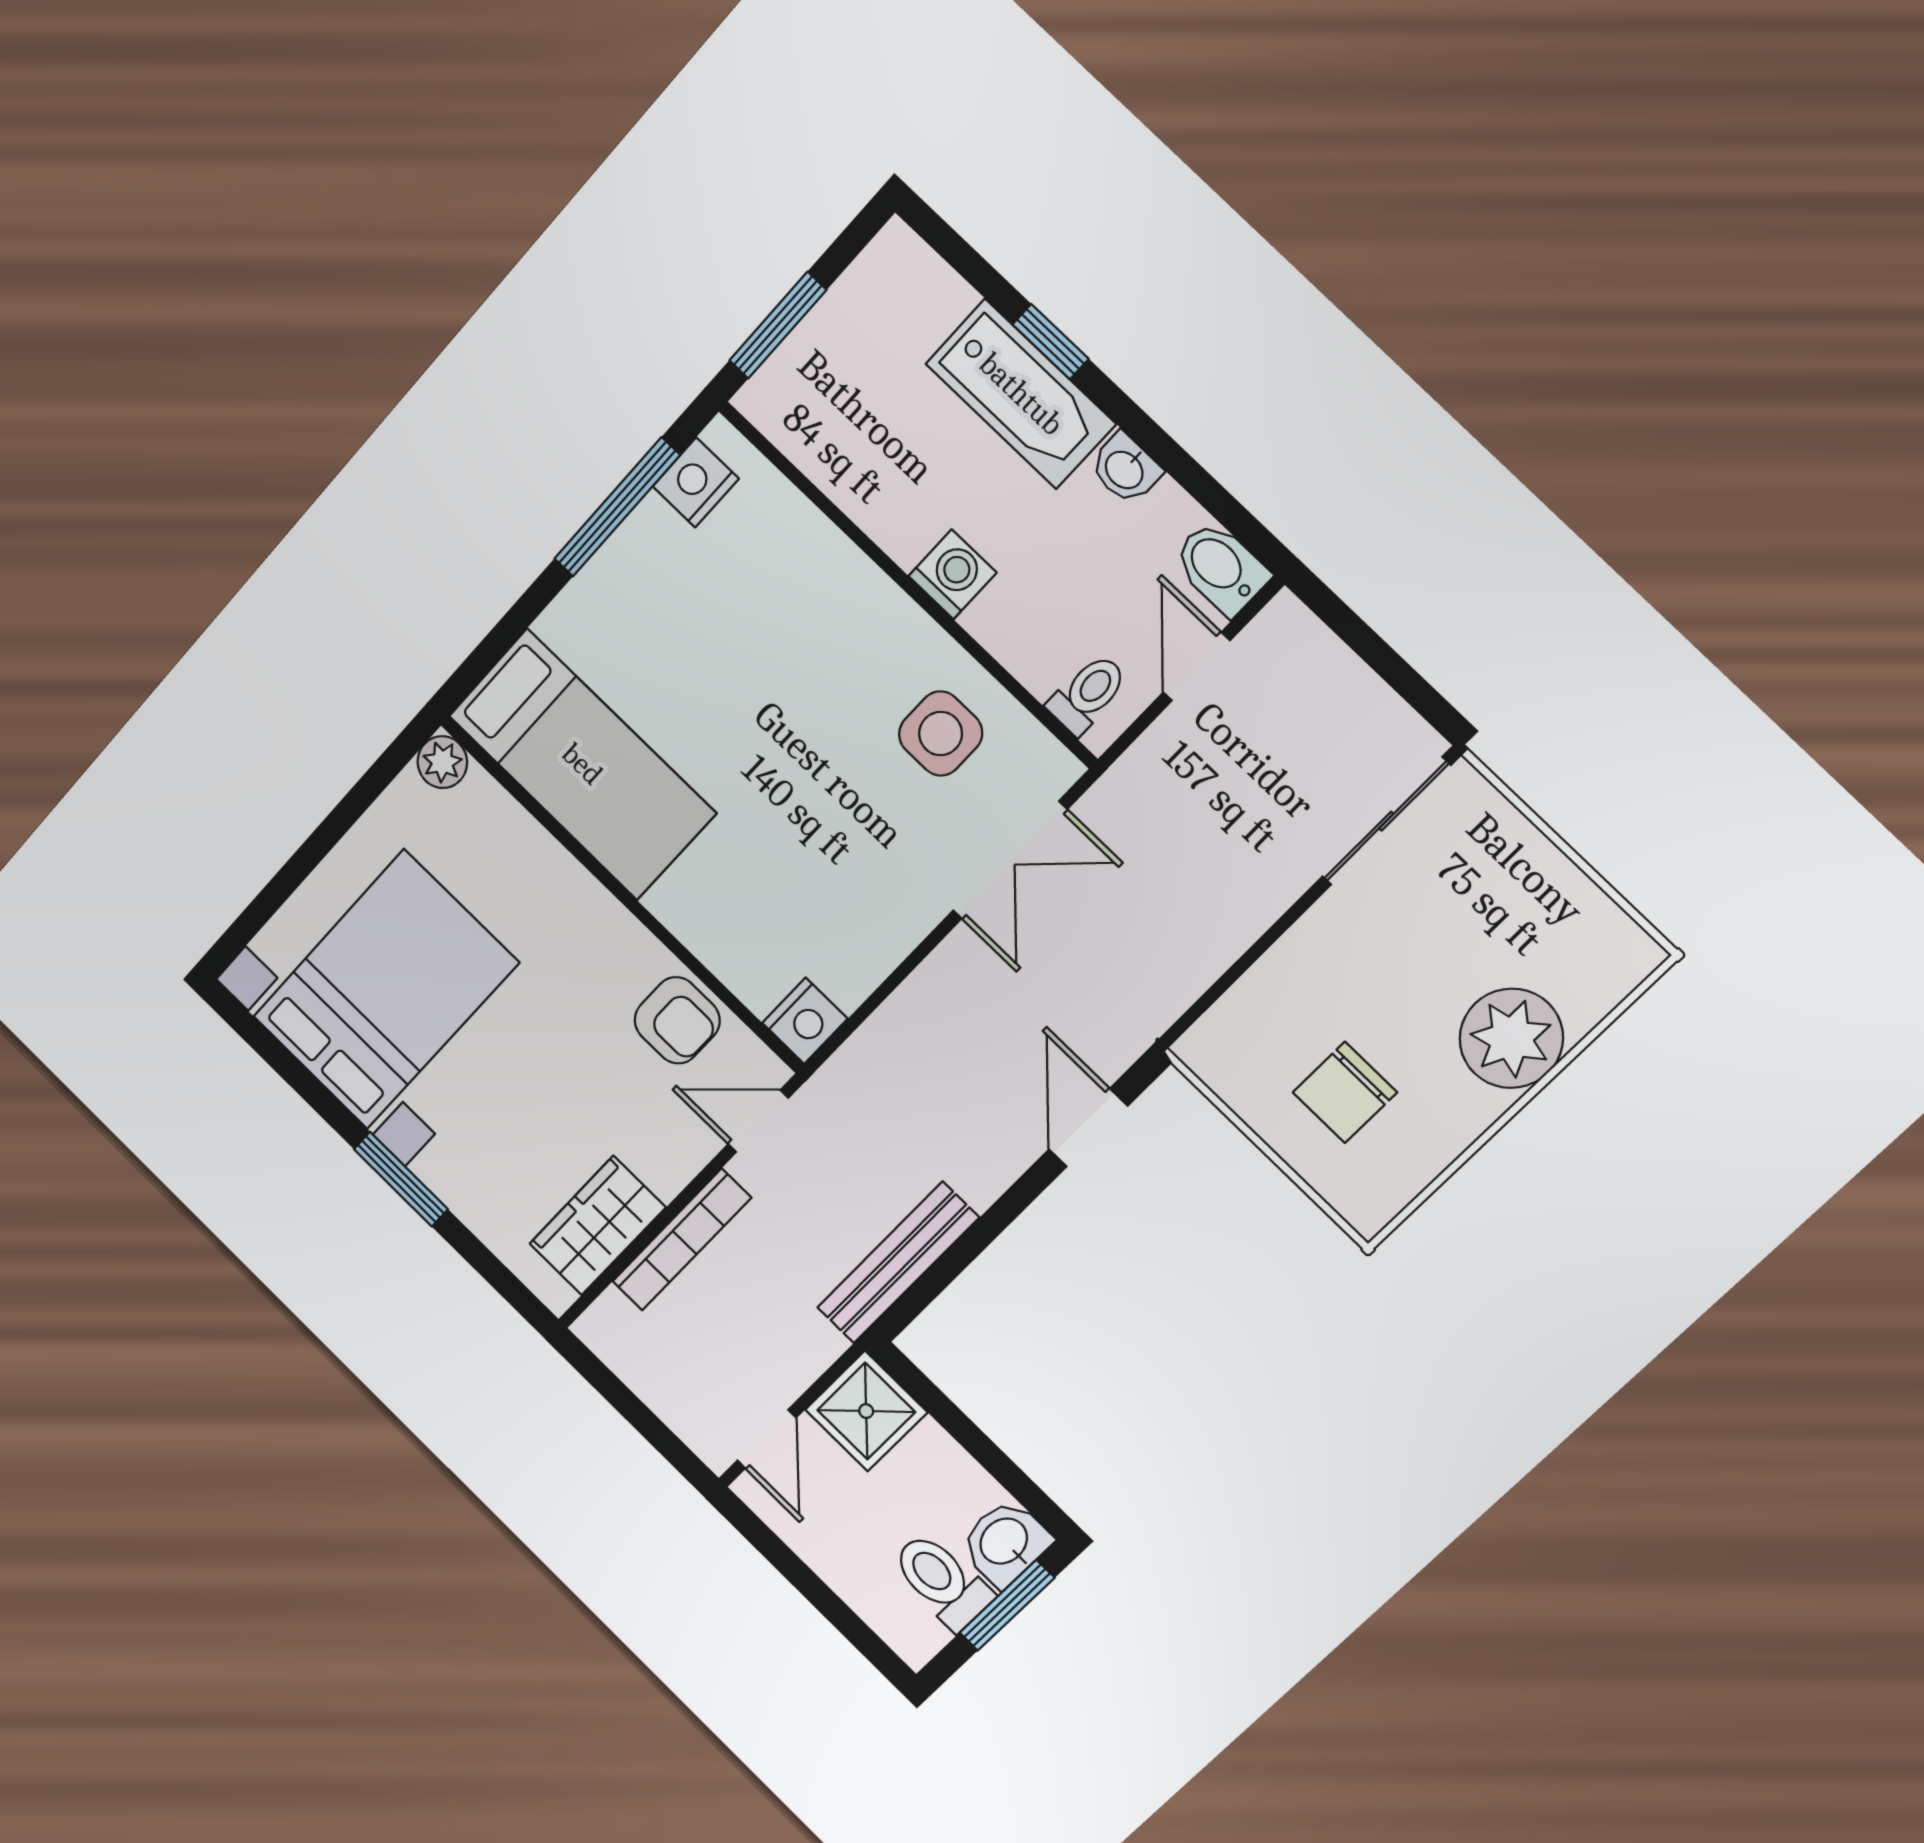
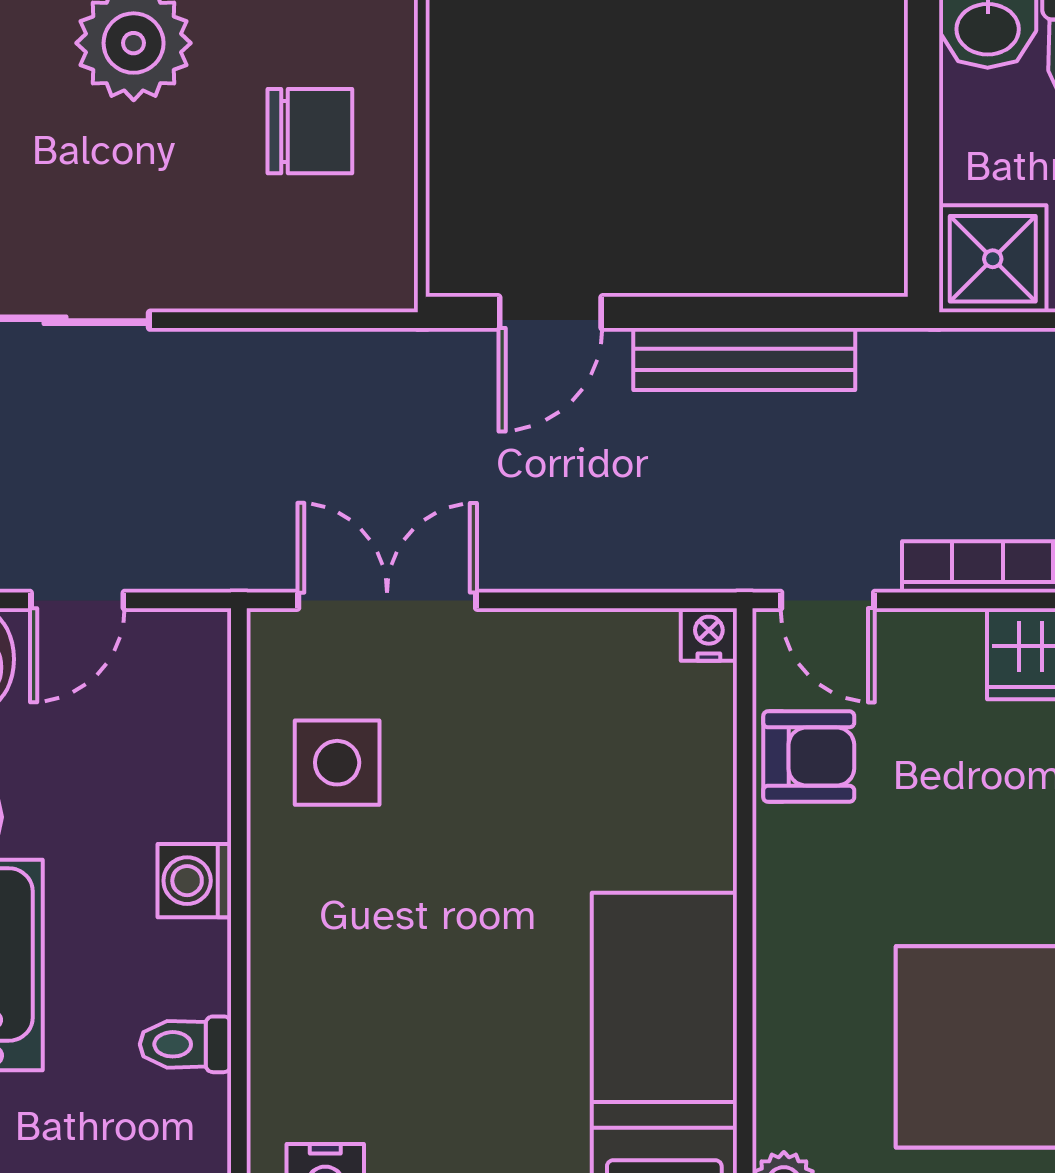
toilet: (1088, 694) -> (185, 1044), moved
armchair: (677, 1020) -> (809, 757), turned 90
nightstand: (805, 1021) -> (709, 634), width x0.72, depth x0.74
bench: (898, 1263) -> (744, 359), moved

